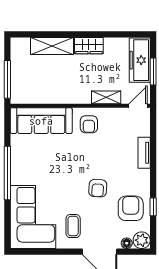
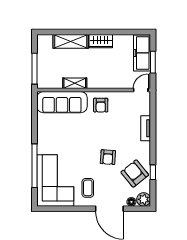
shelving: (106, 97) -> (75, 83), moved
window: (7, 173) -> (34, 166), moved
armchair: (131, 208) -> (135, 173), turned -39

